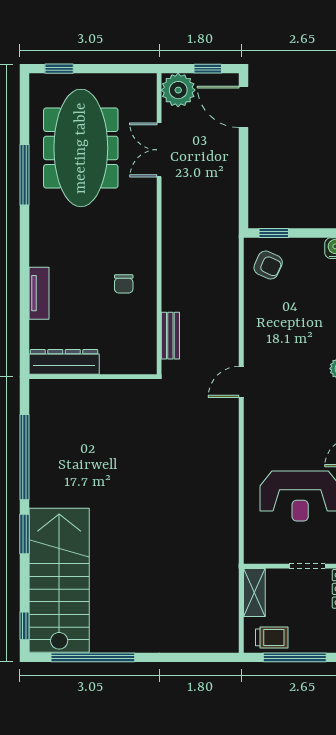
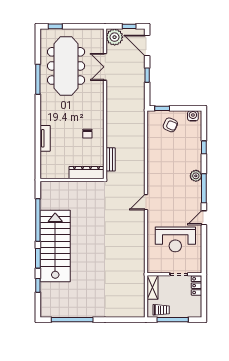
window: (244, 166) -> (147, 75), added
armchair: (268, 265) -> (170, 125), moved
dresser: (64, 362) -> (86, 173), moved
door: (241, 382) -> (146, 202), moved
stairs: (59, 580) -> (55, 246), moved
window: (25, 626) -> (38, 285), moved

